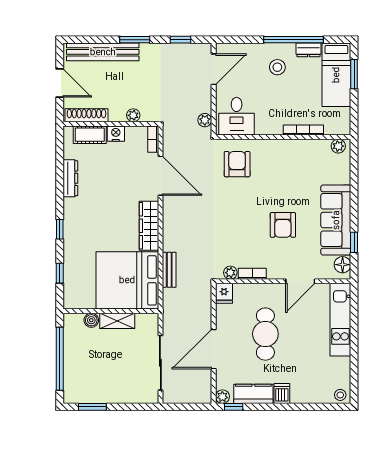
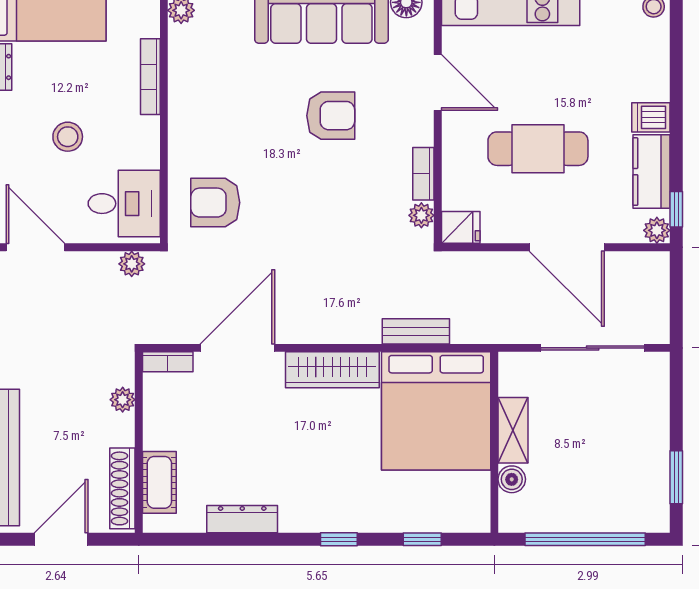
stool: (277, 67) -> (68, 137), moved
nightstand: (116, 134) -> (157, 433), removed

